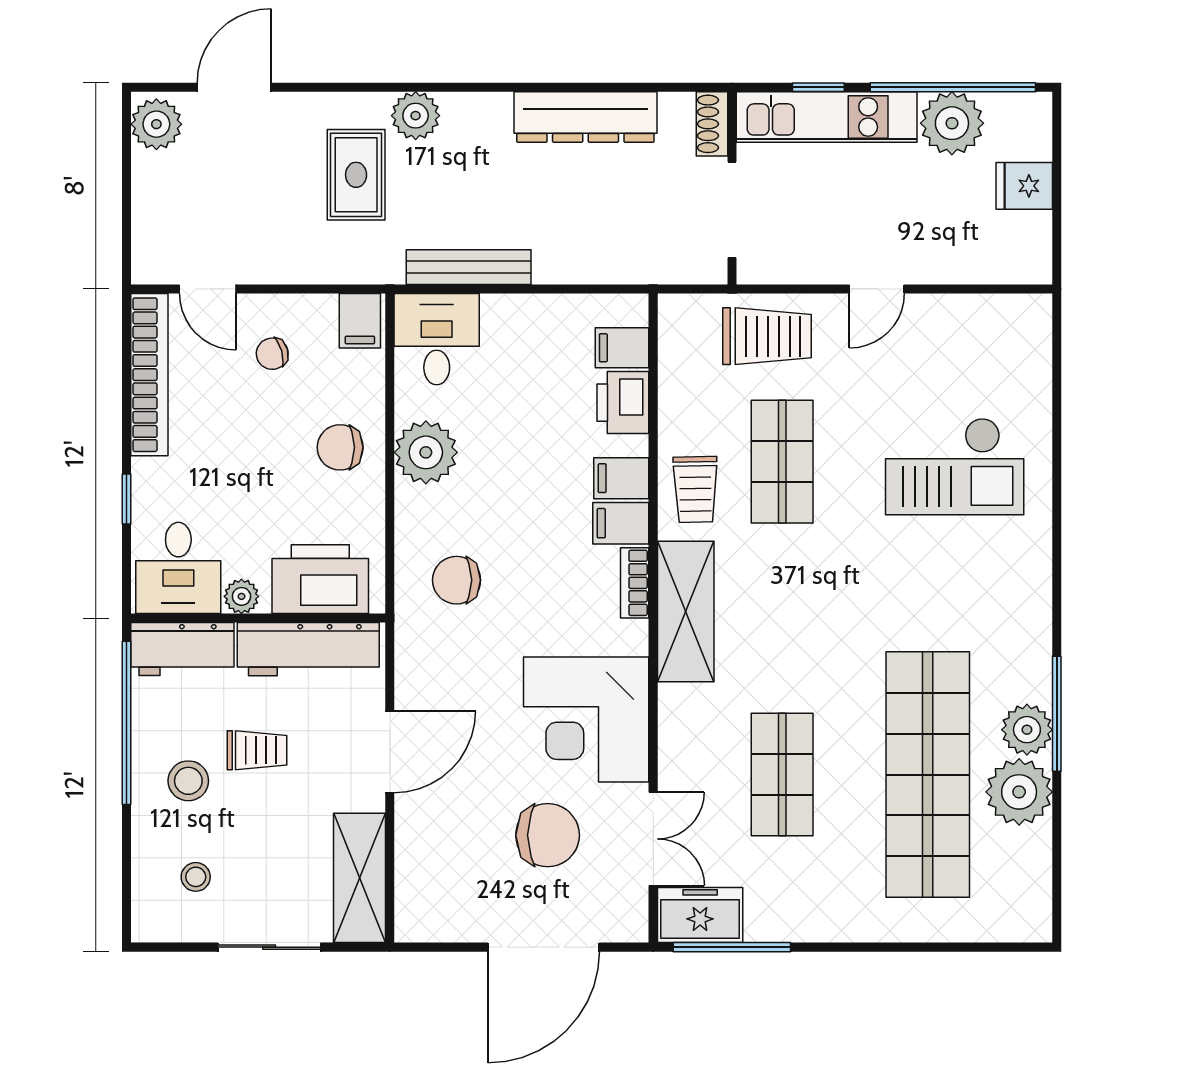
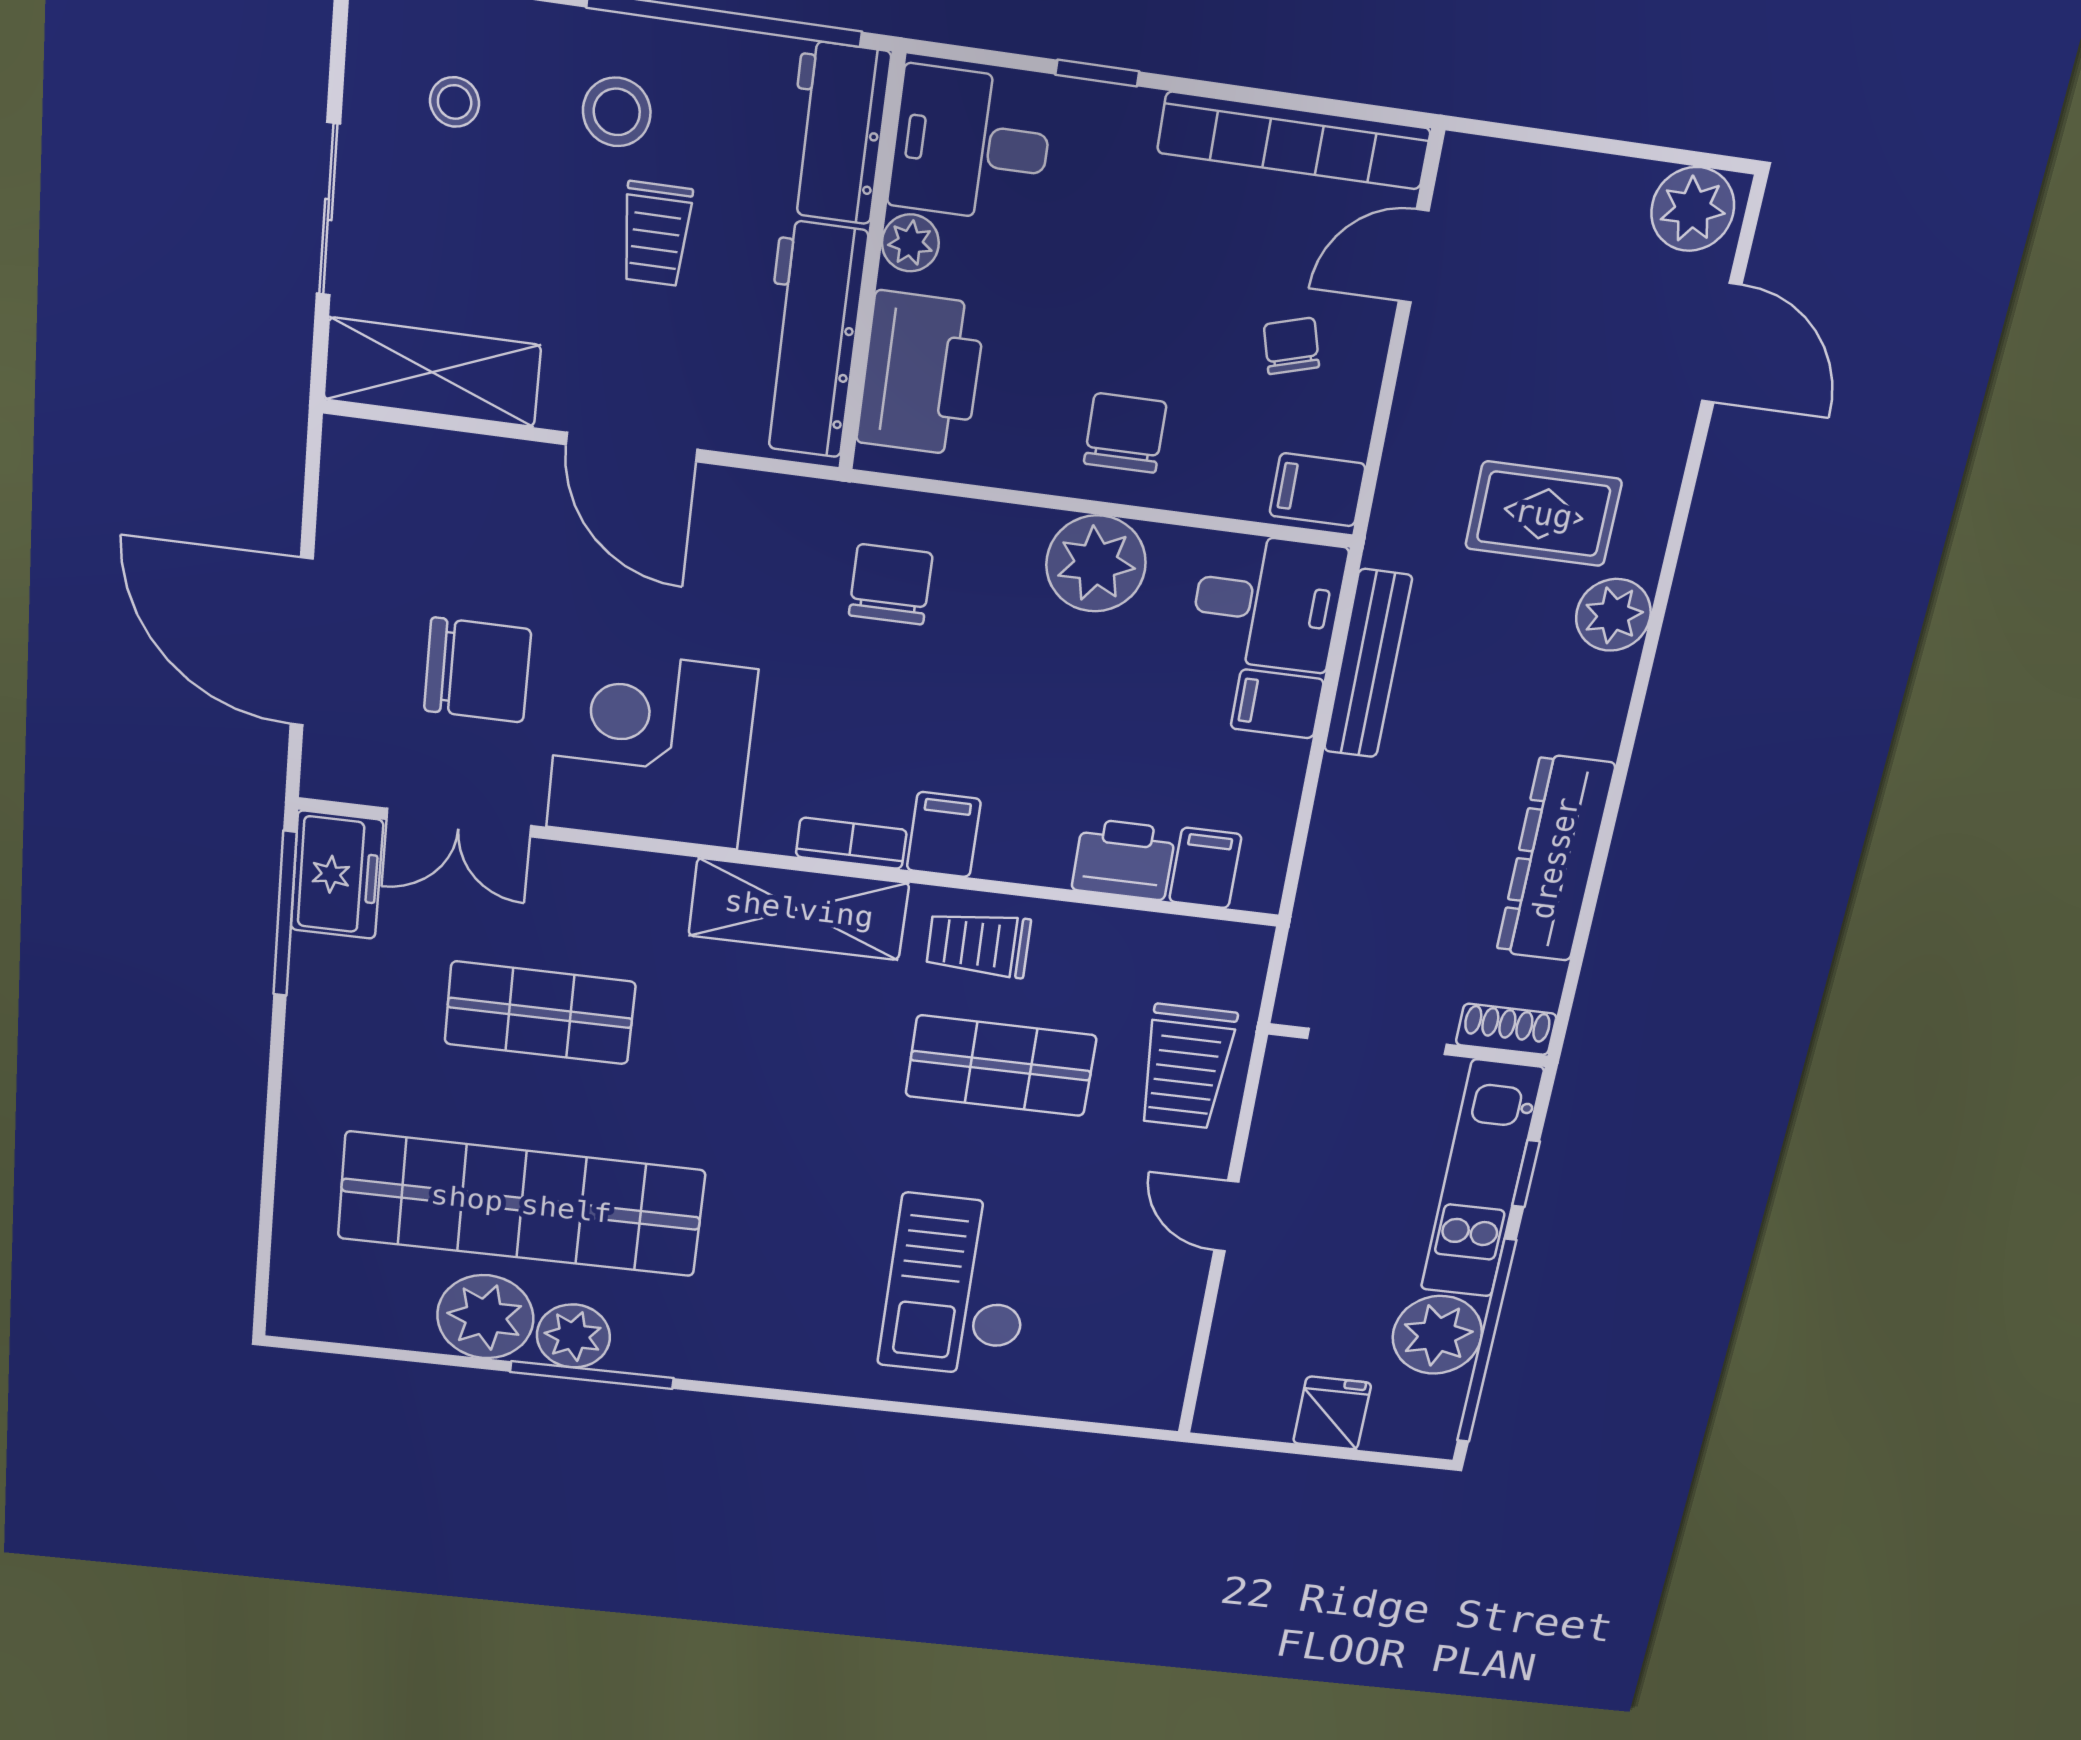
filing cabinet: (621, 478) -> (1277, 704), moved, turned -90
chair: (548, 835) -> (477, 670), turned -90

